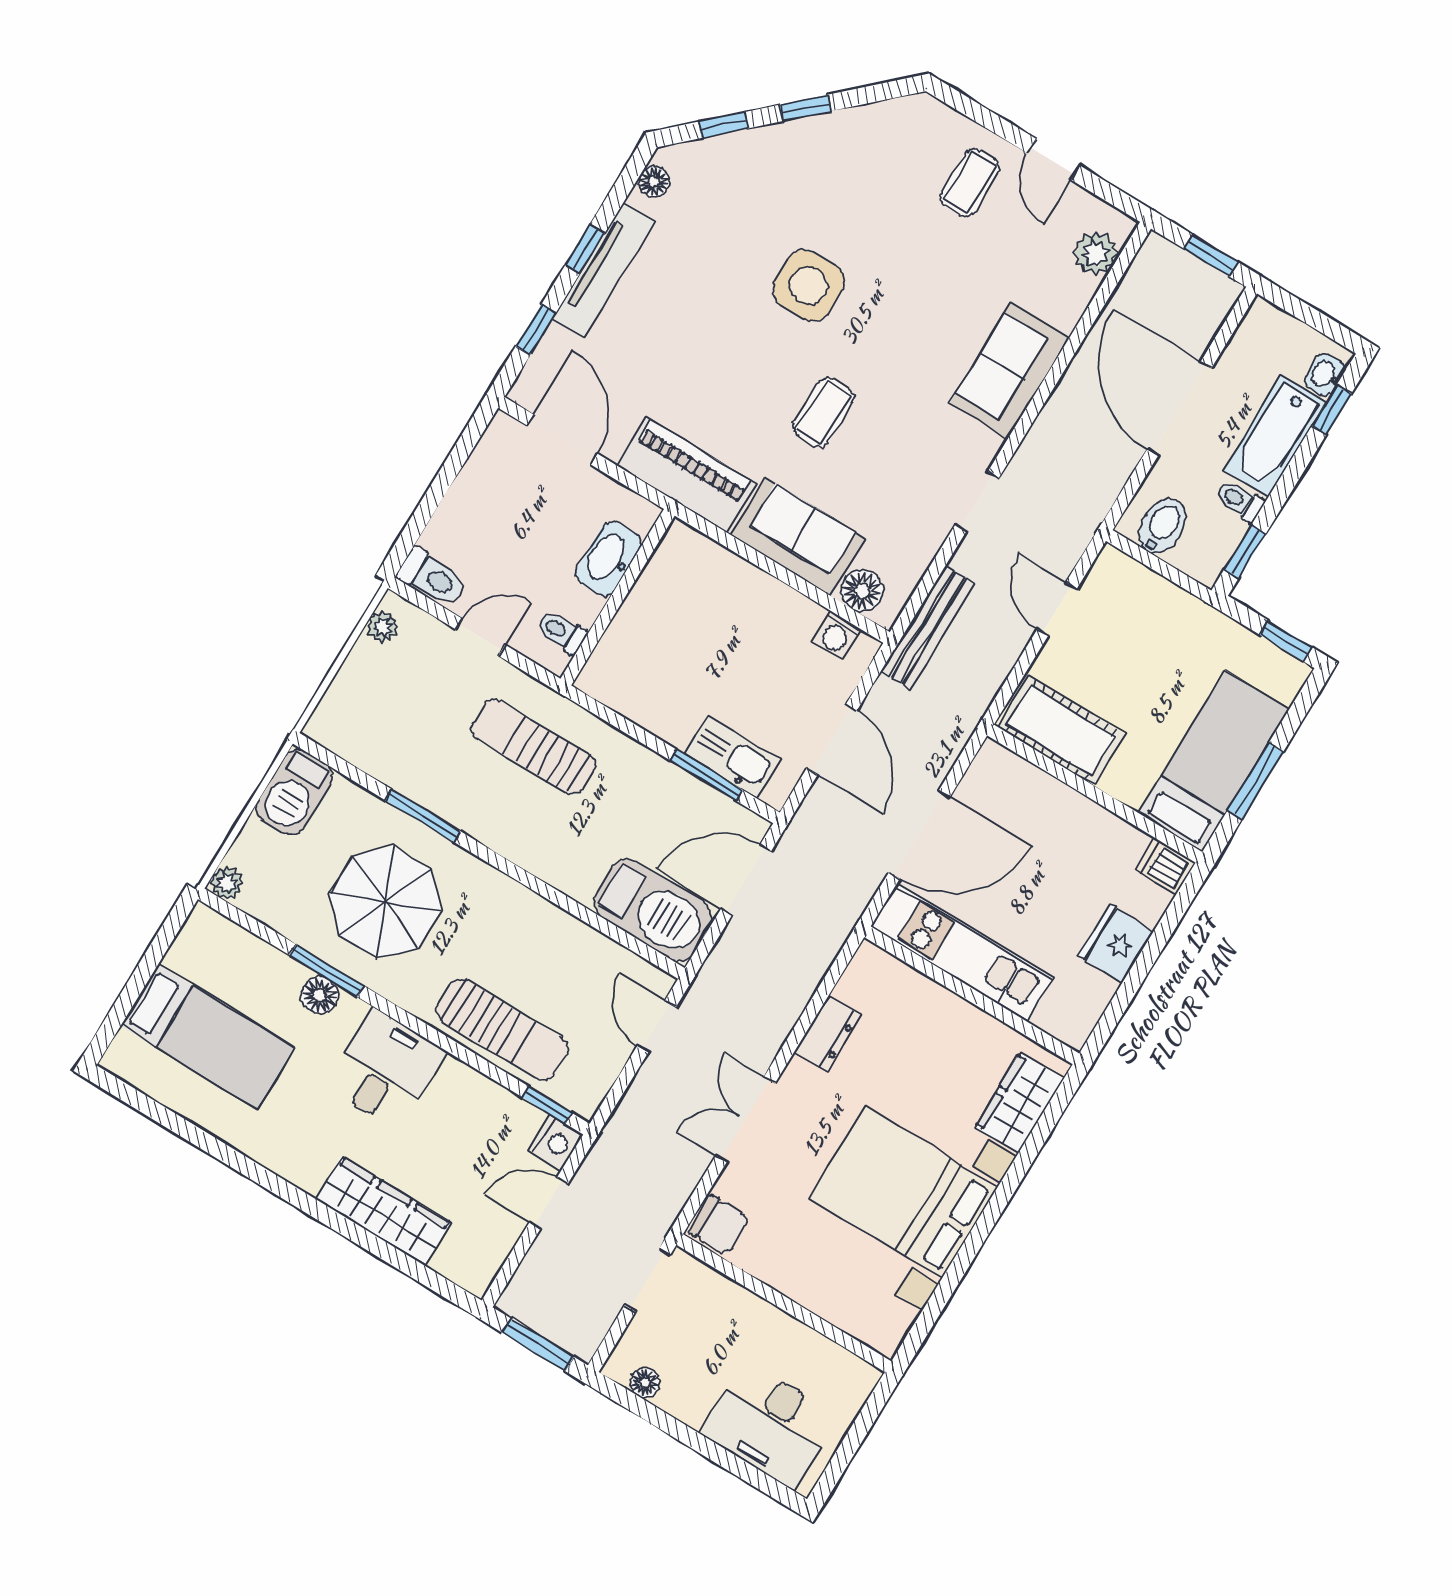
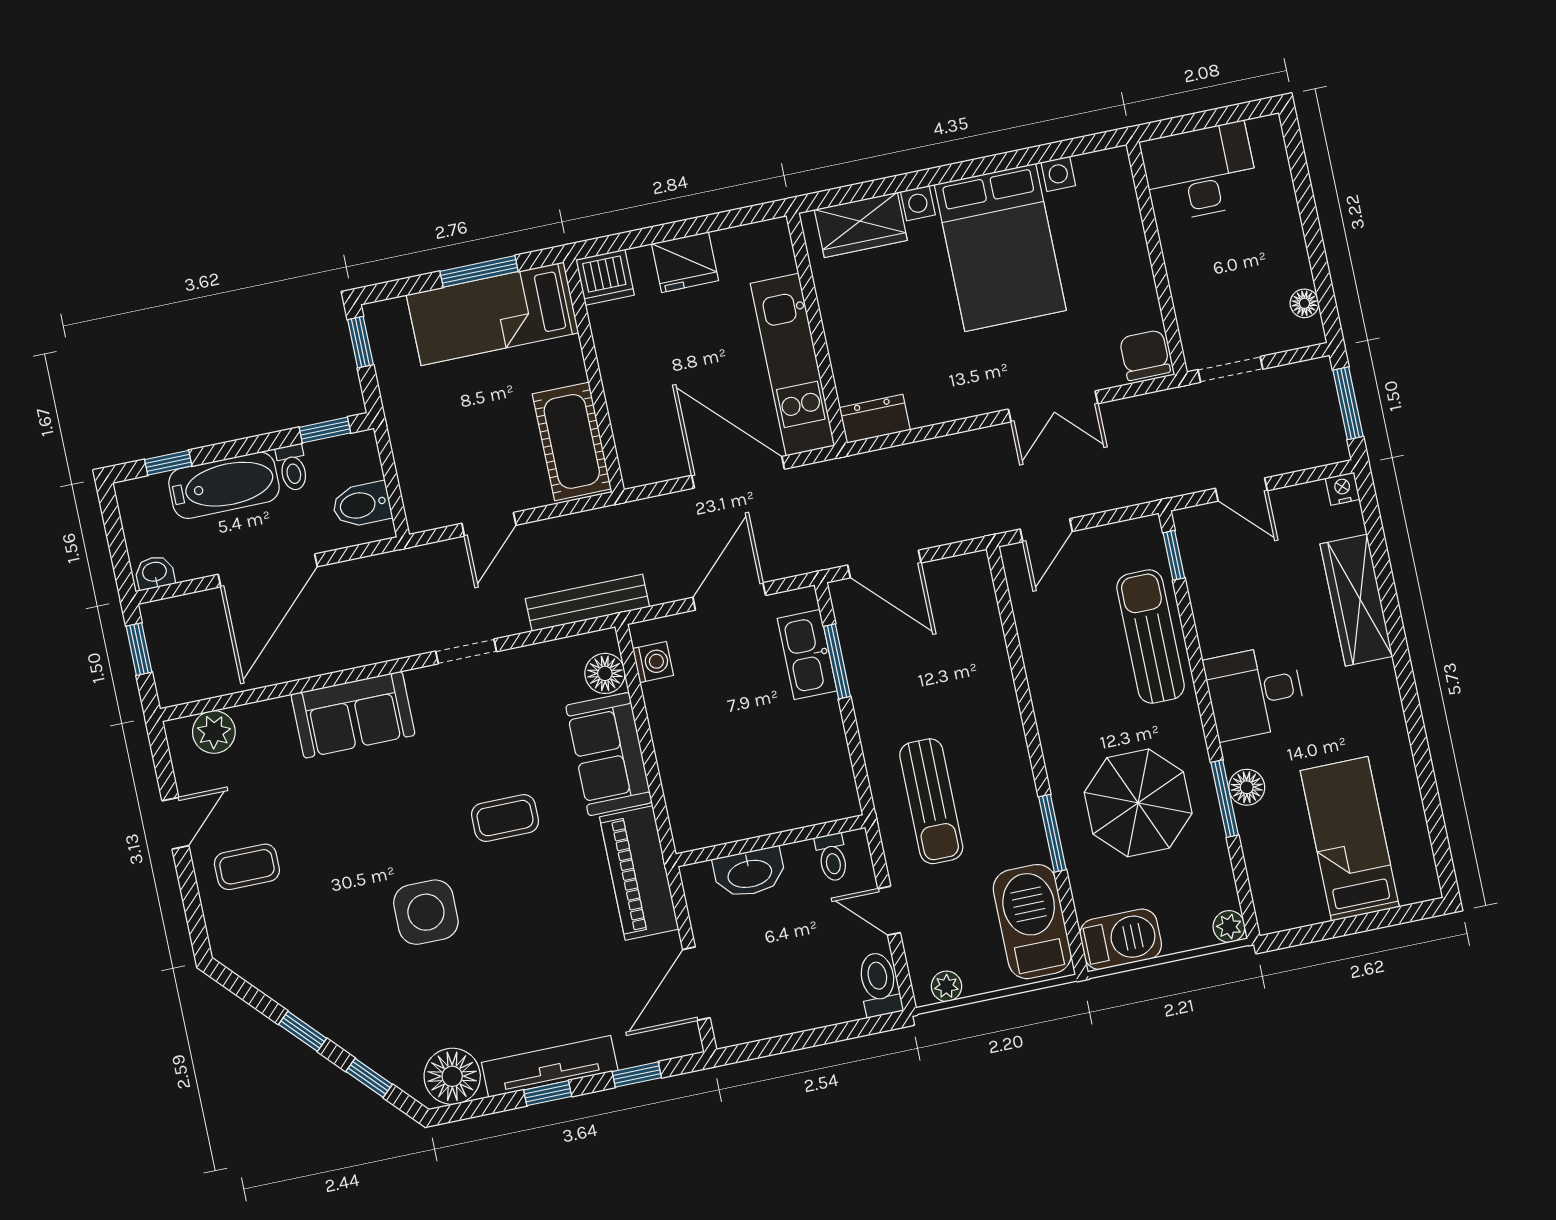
floor lamp: (654, 182) -> (452, 1076), width x1.89, depth x1.89
washbasin: (1325, 375) -> (155, 573), moved, turned 180
dishwasher: (1165, 866) -> (605, 277), width x1.38
barbecue: (653, 910) -> (1032, 922), moved
dresser: (827, 1034) -> (875, 419), moved
nightstand: (555, 1142) -> (1343, 489), moved, width x0.72, depth x0.74
desk: (770, 1425) -> (1200, 172), moved, turned -90

